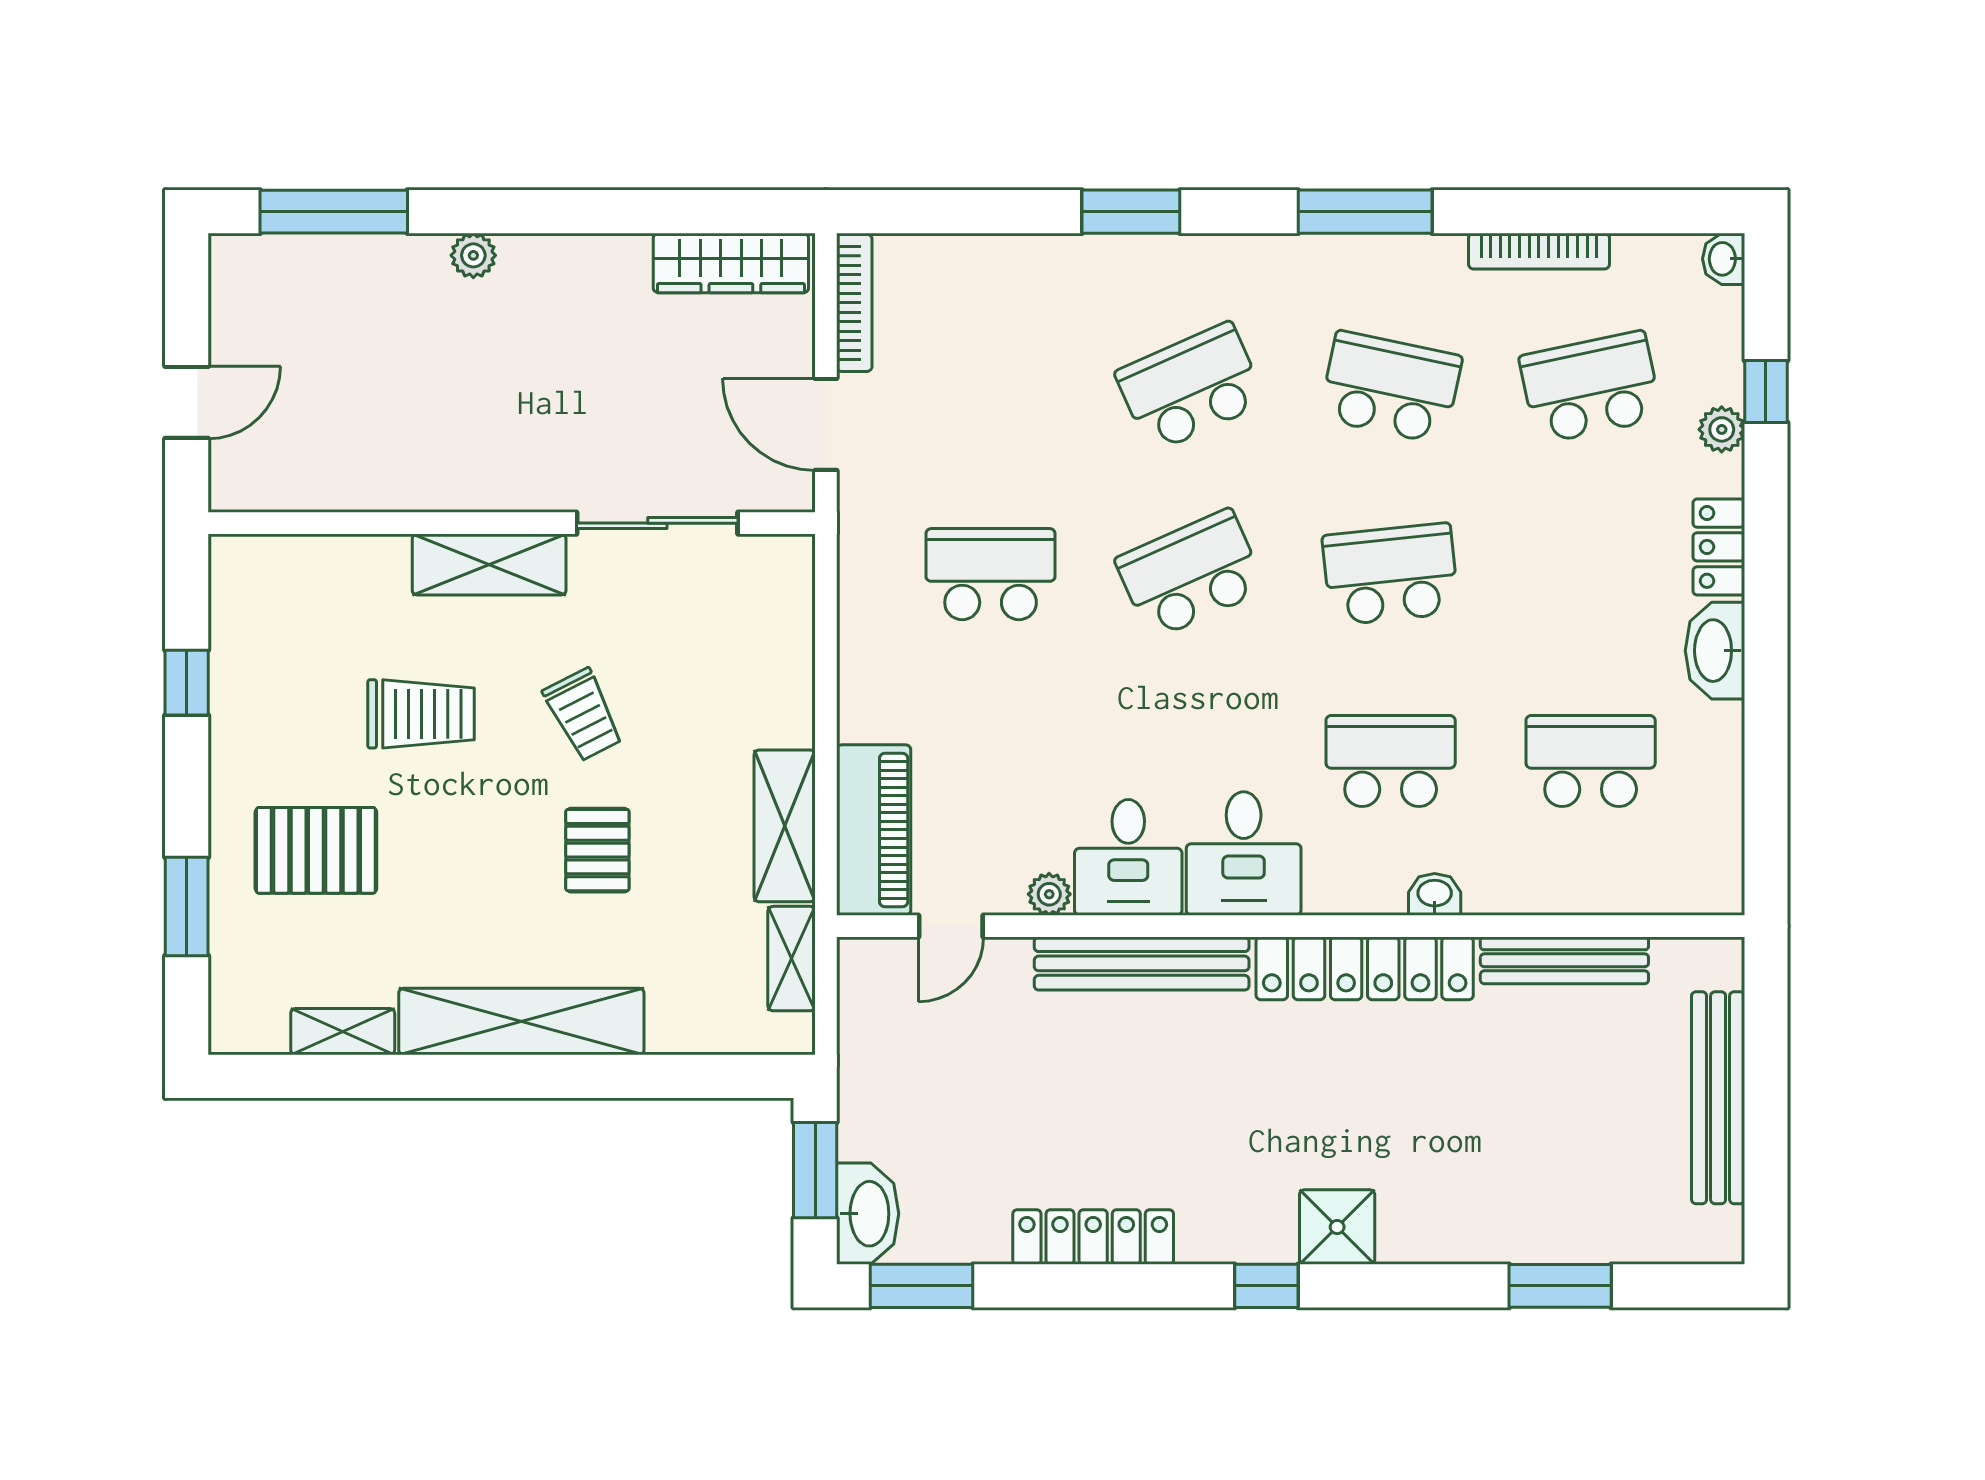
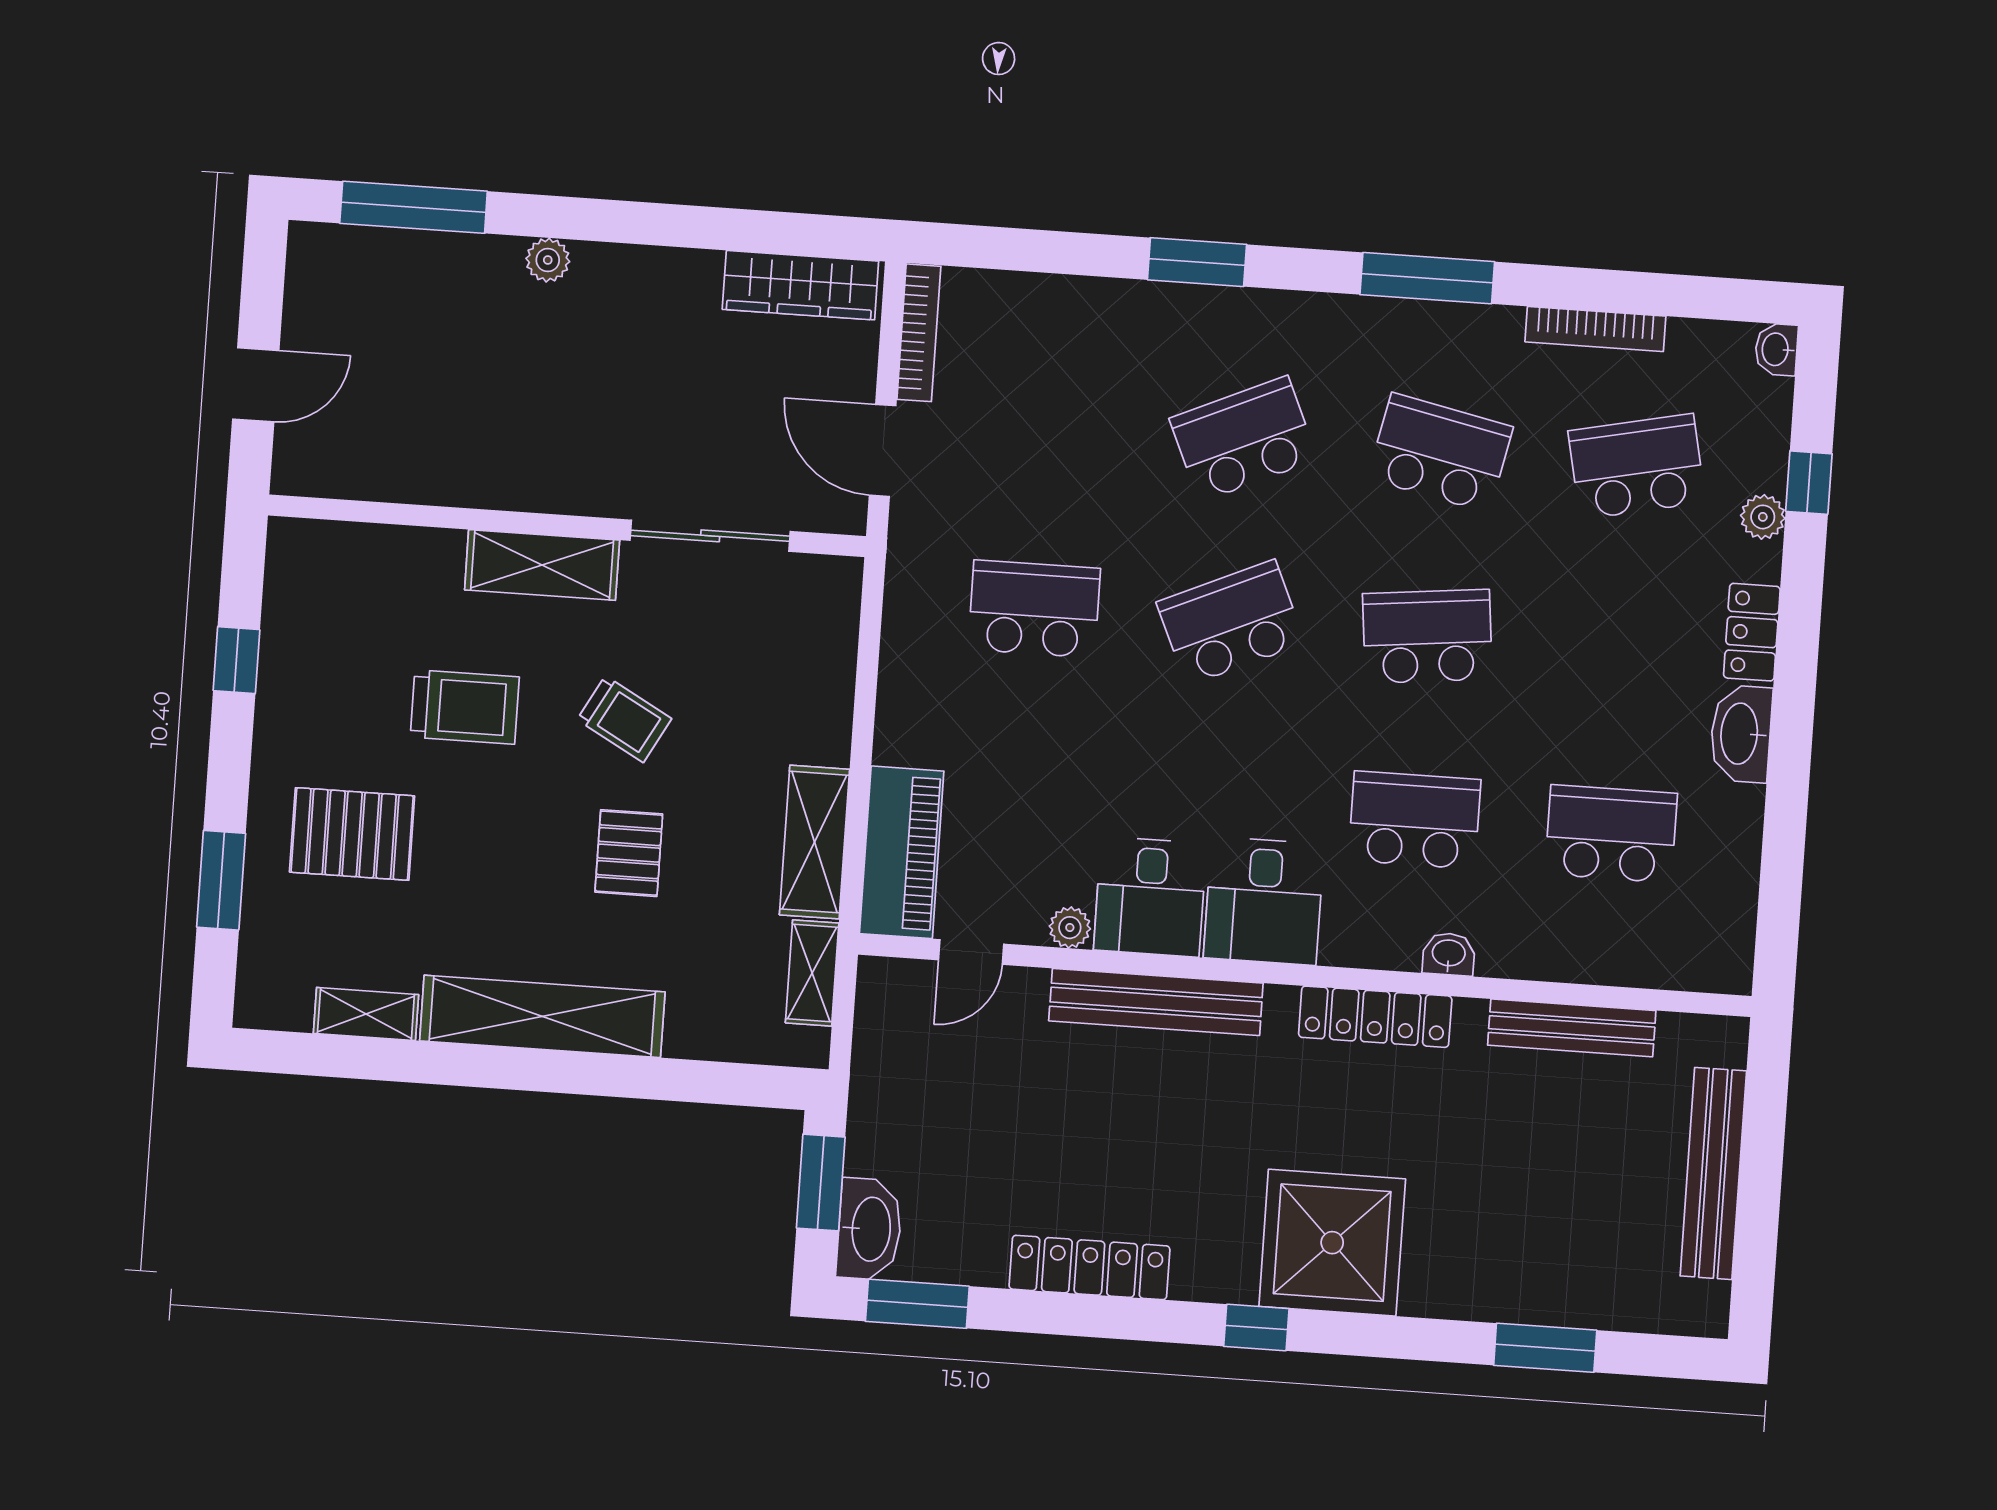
trolley: (583, 715) -> (624, 719), turned -34
locker: (1365, 968) -> (1375, 1017), width x0.71, depth x0.83
shower: (1337, 1227) -> (1332, 1243), width x1.86, depth x1.86

